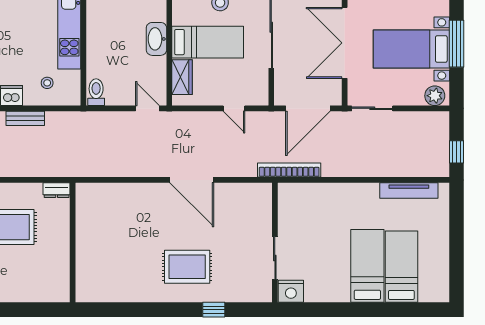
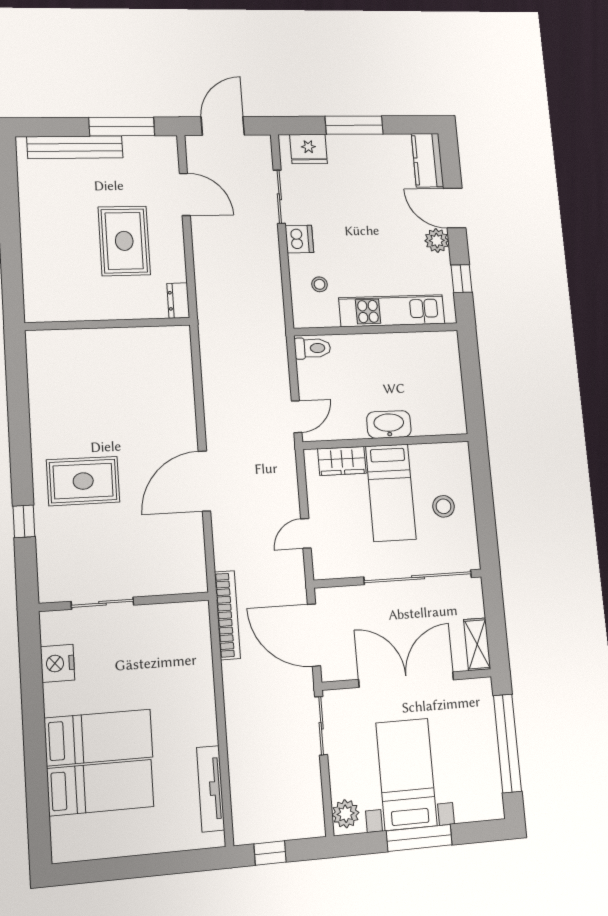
bench: (25, 118) -> (271, 257), removed
rug: (187, 267) -> (83, 481), turned 90
nightstand: (291, 291) -> (58, 663), moved

